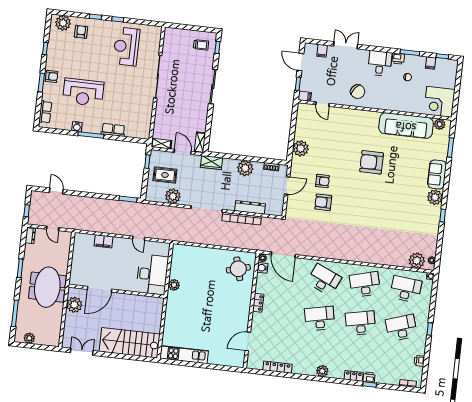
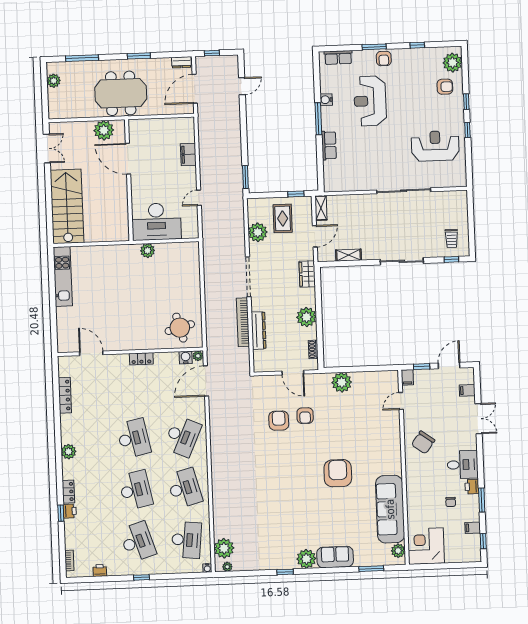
shelving: (200, 142) -> (348, 255), moved
door: (53, 228) -> (195, 89), width x1.88

